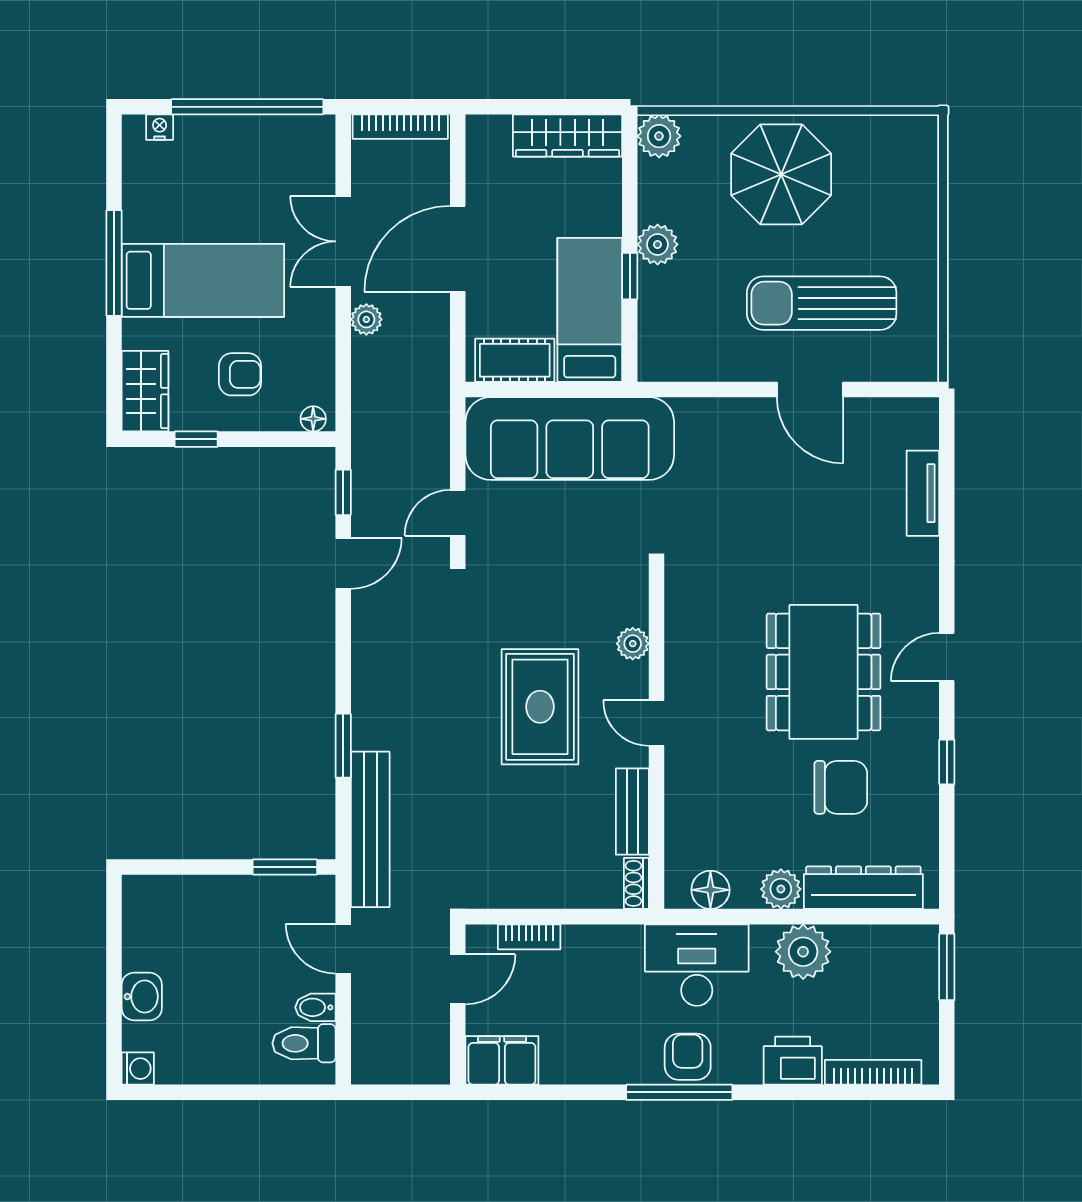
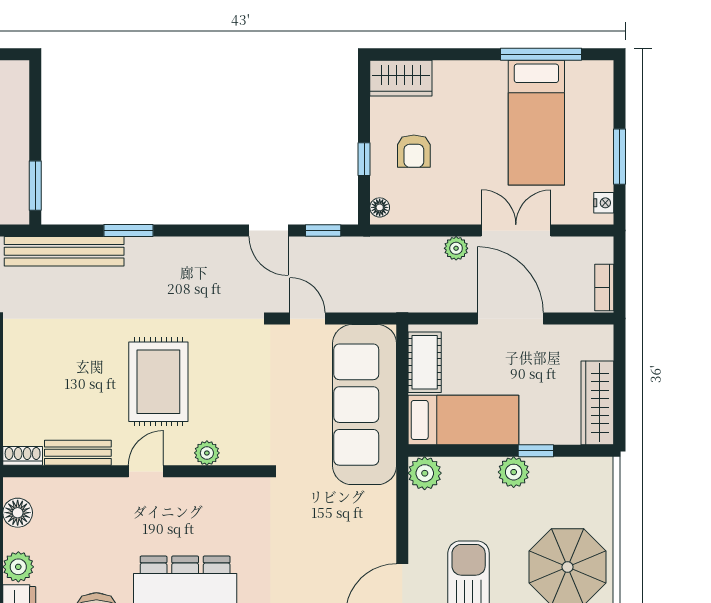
window: (247, 107) -> (619, 157), width x0.47
nightstand: (160, 127) -> (604, 203), moved
bookcase: (400, 127) -> (604, 287), width x0.64
plant: (659, 136) -> (425, 473), moved
window: (114, 263) -> (541, 54), moved
window: (630, 276) -> (536, 451), moved
bed: (203, 280) -> (536, 123), moved
window: (196, 439) -> (364, 159), moved
rug: (540, 707) -> (158, 382), turned 90

